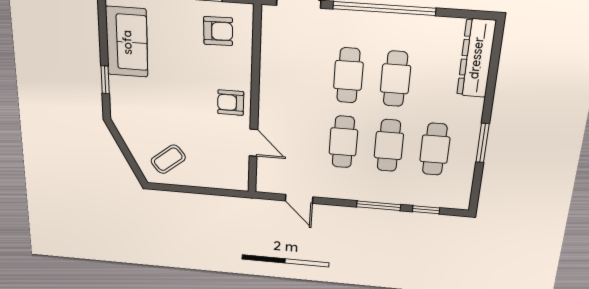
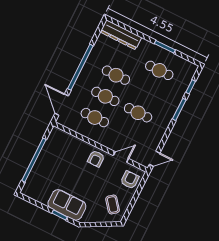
armchair: (218, 31) -> (130, 180), moved
sofa: (127, 42) -> (67, 205), moved
cafe table: (389, 146) -> (95, 118), moved
door: (299, 199) -> (155, 159), moved

